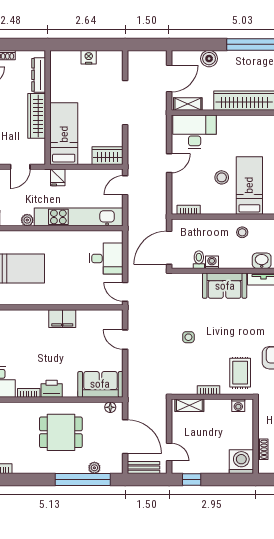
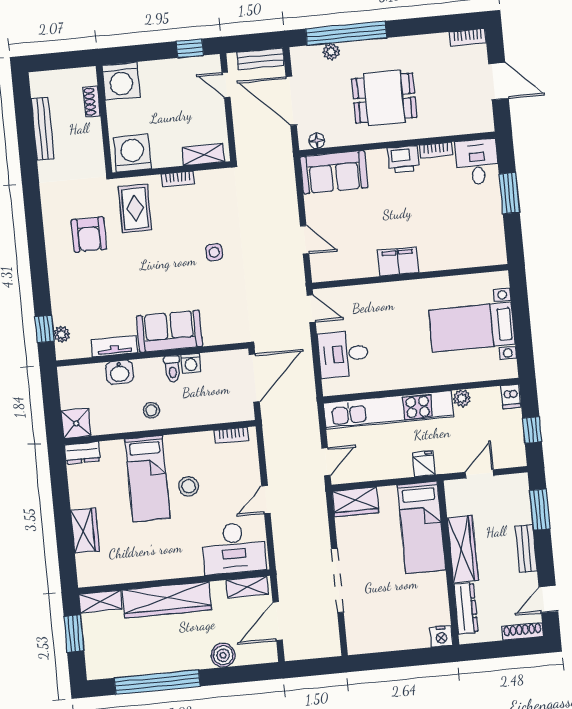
nightstand: (89, 57) -> (441, 636), moved
toilet: (199, 260) -> (172, 369), moved
washing machine: (238, 405) -> (132, 153), width x1.89, depth x1.89

